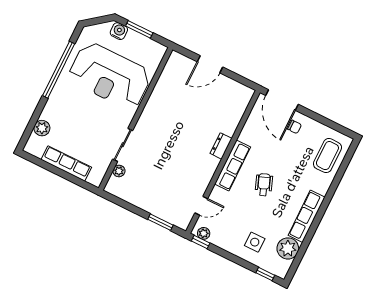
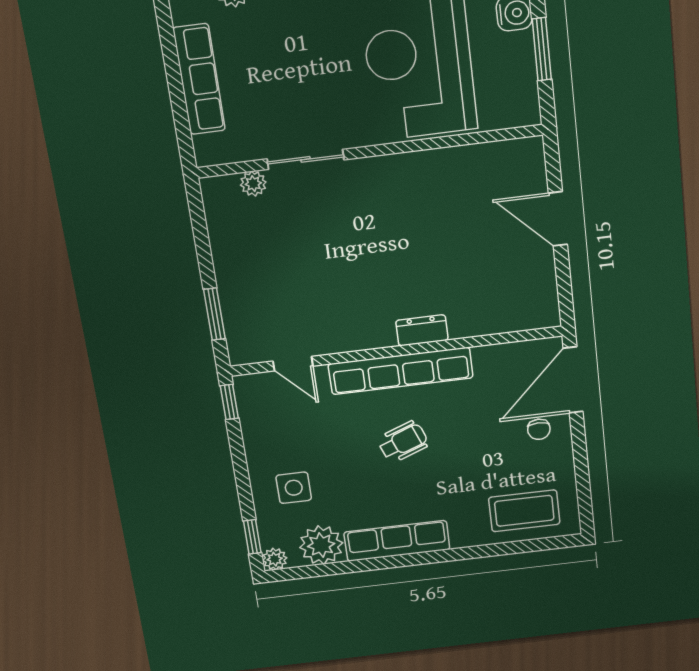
row of seats: (233, 166) -> (401, 371), width x1.36
plant: (204, 233) -> (275, 559), moved

